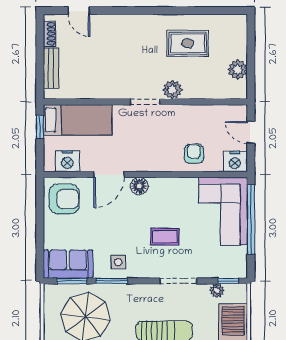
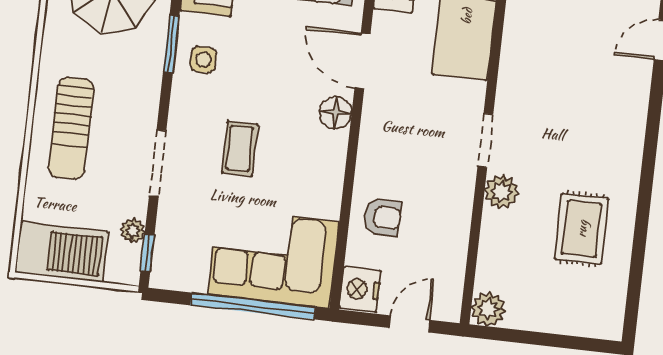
plant: (238, 70) -> (488, 309), moved

